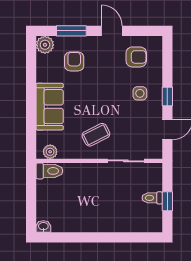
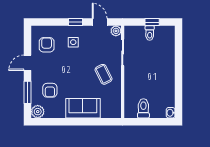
armchair: (74, 61) -> (50, 90), turned -90
plant: (50, 152) -> (116, 31), moved
toilet: (49, 171) -> (143, 108), moved

